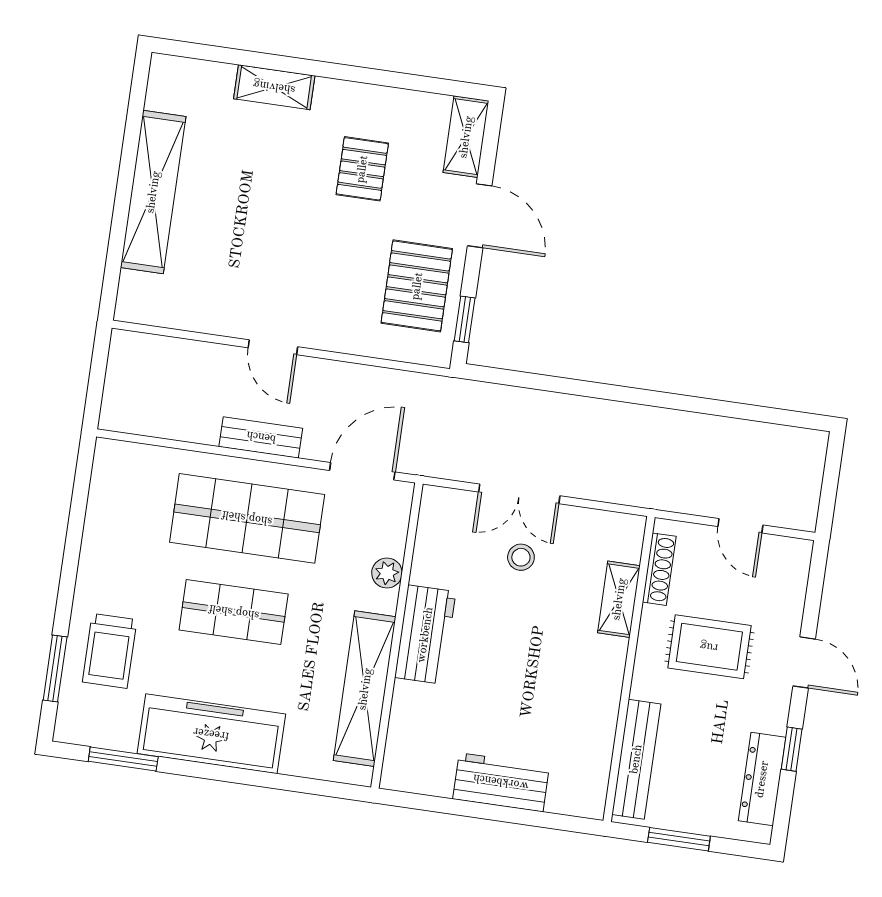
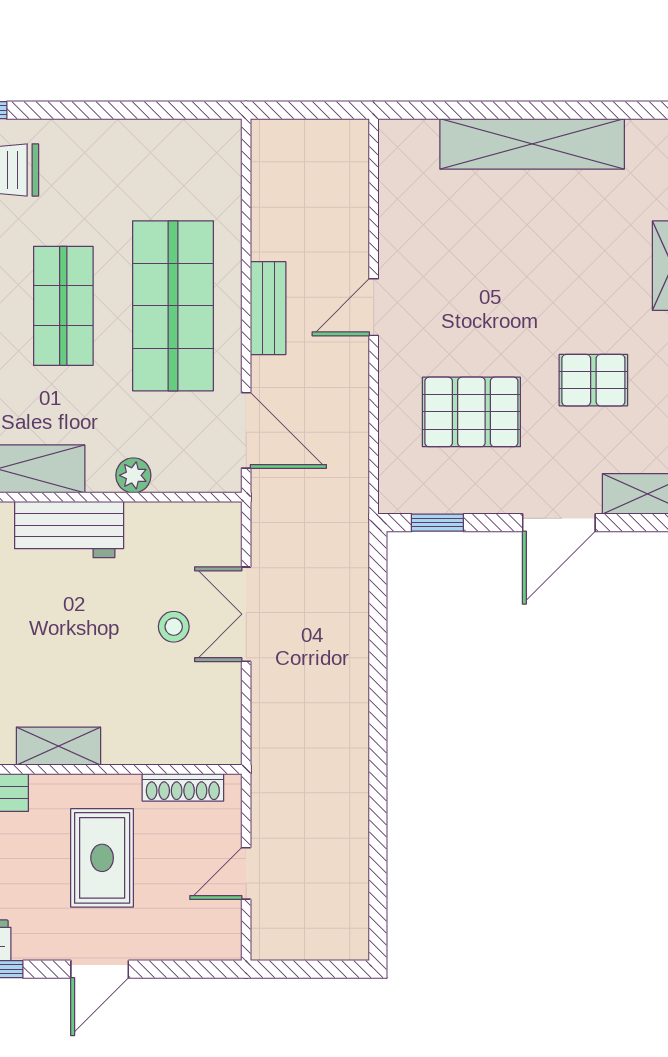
pallet: (417, 286) -> (471, 412), moved
shelving: (619, 599) -> (58, 746), moved

